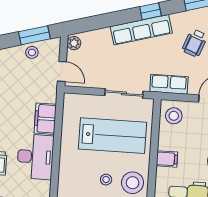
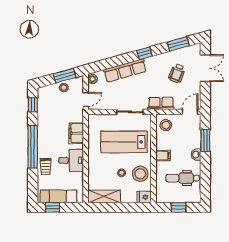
row of seats: (141, 30) -> (125, 70), moved
door: (62, 71) -> (86, 100), hinge flipped
lab bench: (113, 136) -> (124, 142), turned 180
desk: (35, 157) -> (71, 160), width x0.73

